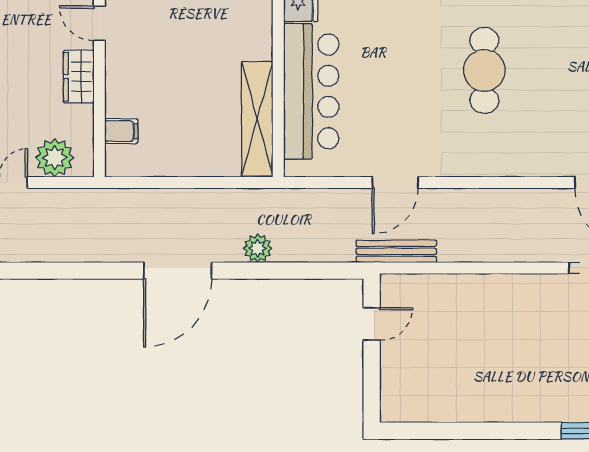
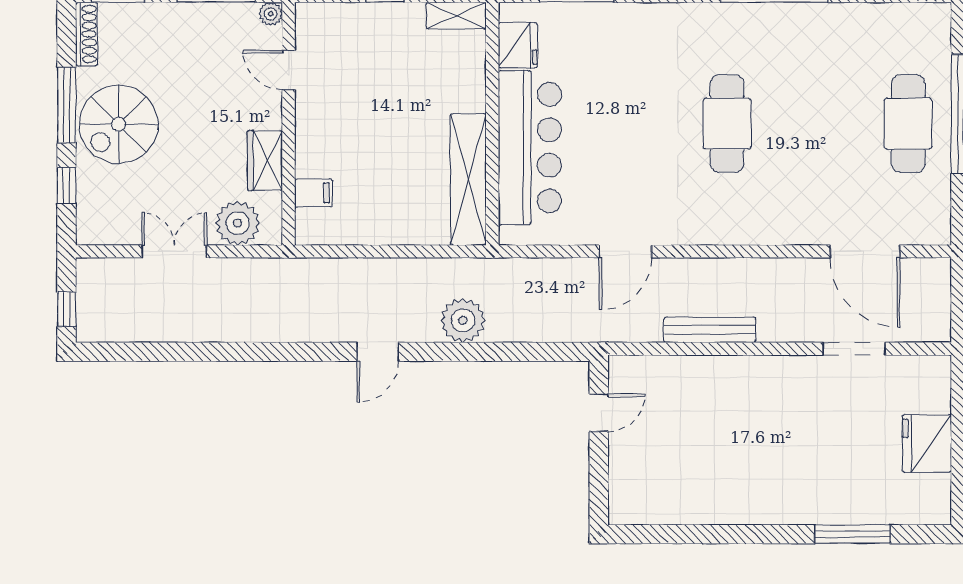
wardrobe: (79, 77) -> (265, 160), moved
plant: (258, 248) -> (463, 320), width x1.36, depth x1.36
bench: (396, 251) -> (710, 330), moved
door: (178, 271) -> (378, 352), width x0.53

